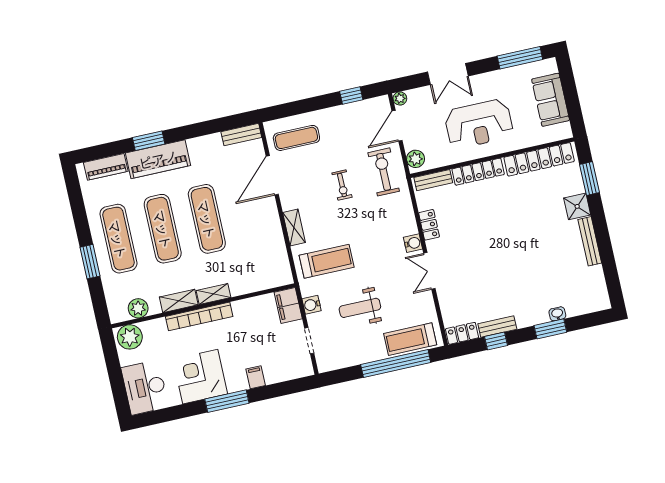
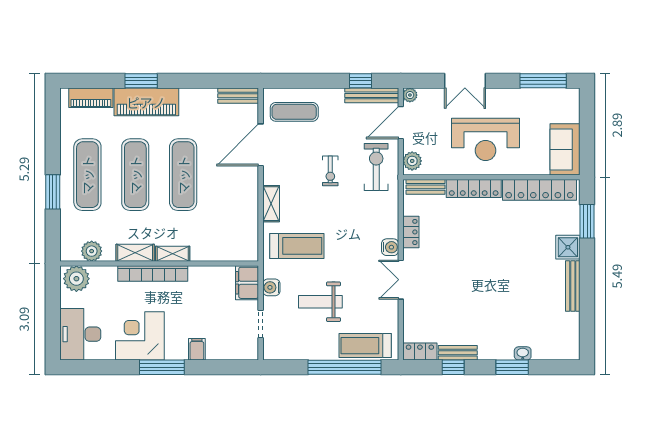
sofa: (551, 100) -> (565, 149), moved
bench: (365, 107) -> (372, 95), added

